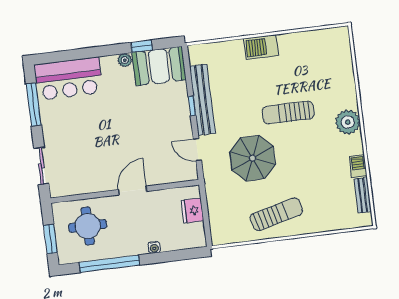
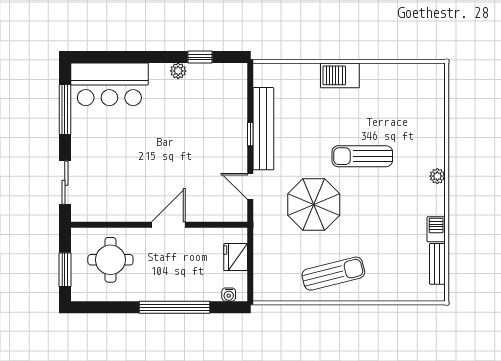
booth: (159, 66) -> (218, 83), removed
plant: (348, 122) -> (437, 176), width x0.53, depth x0.53
water cooler: (154, 247) -> (229, 295), moved
window: (109, 264) -> (174, 307), moved

